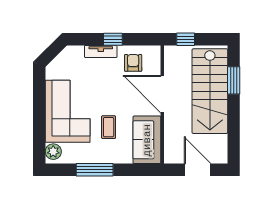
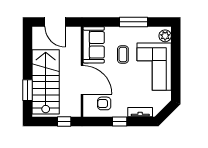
tv unit: (101, 51) -> (140, 112), moved
armchair: (133, 63) -> (104, 103), turned 90

